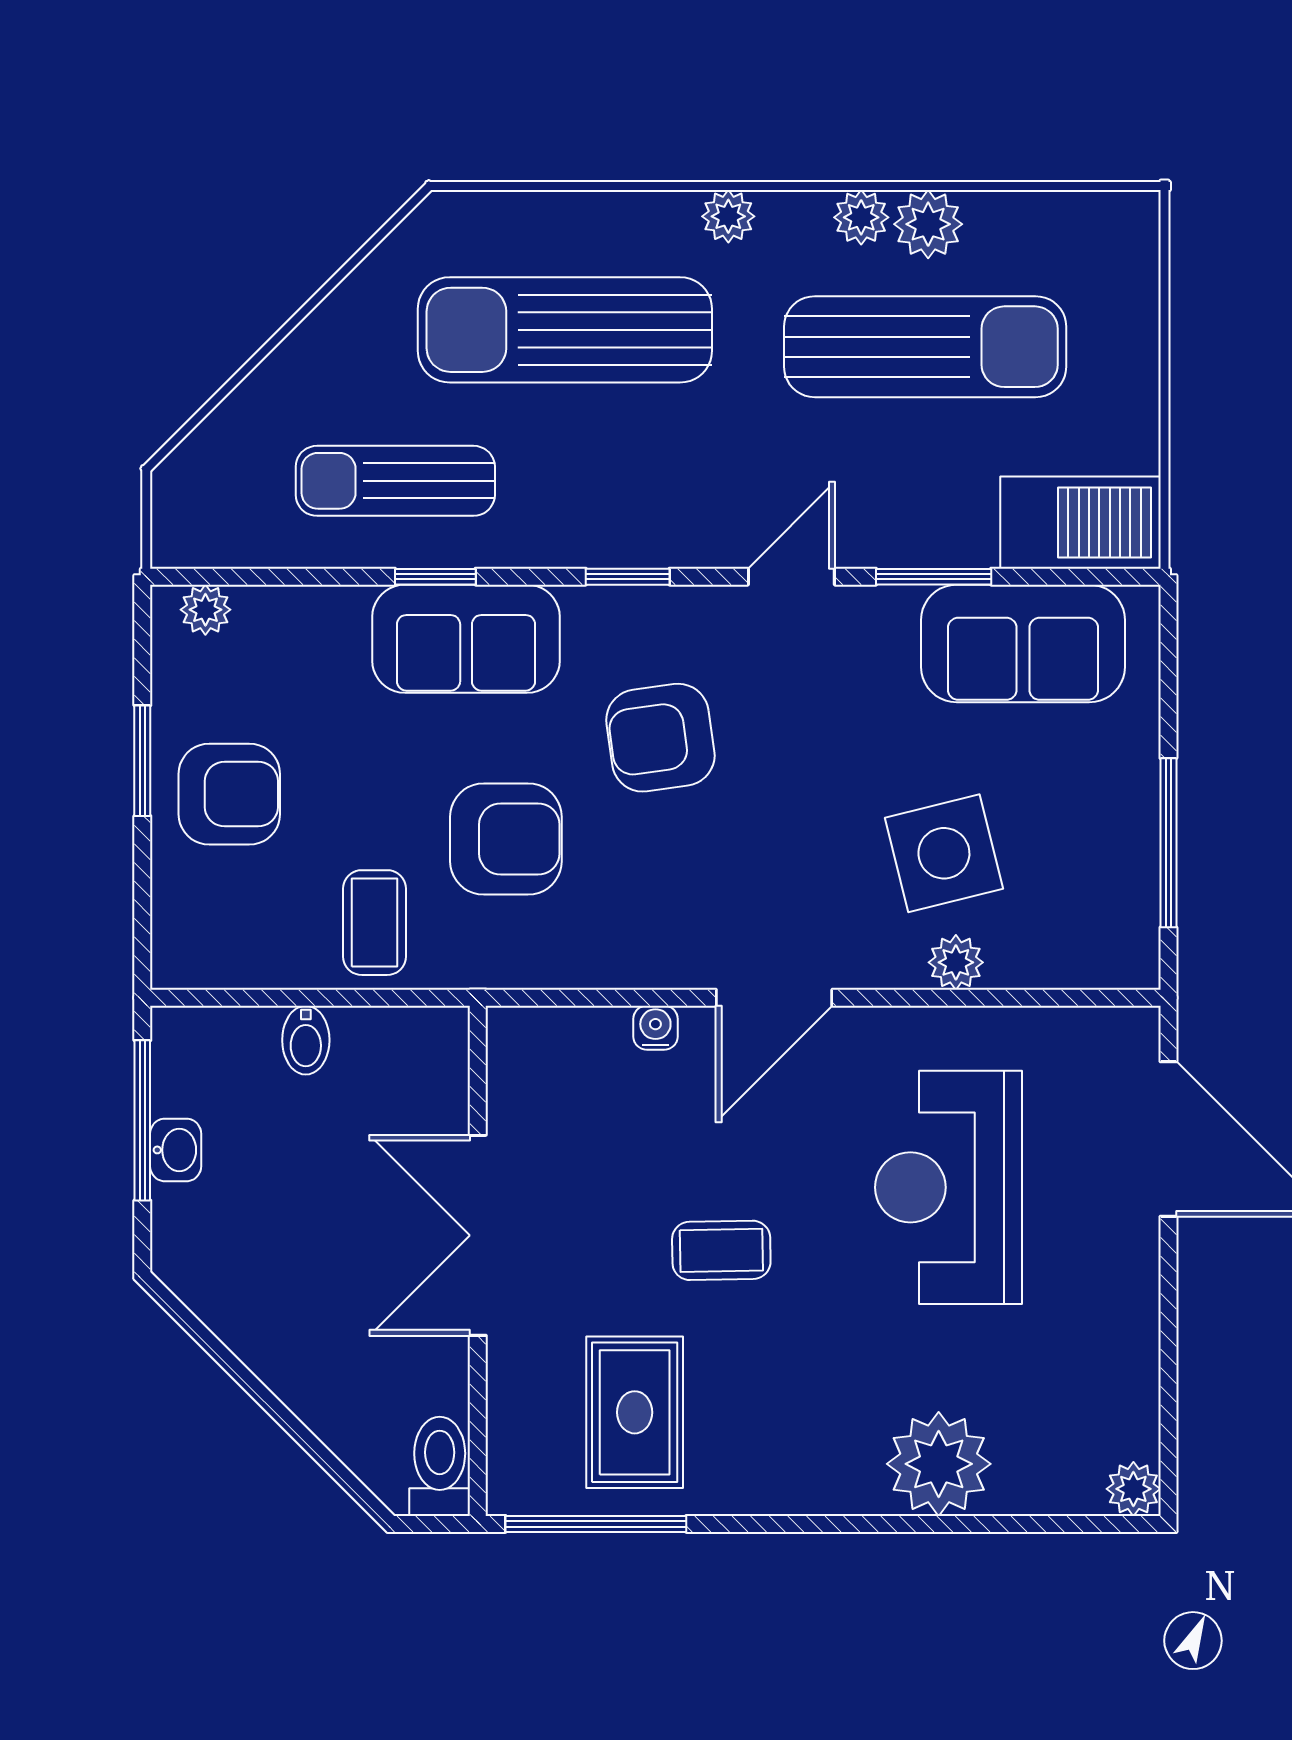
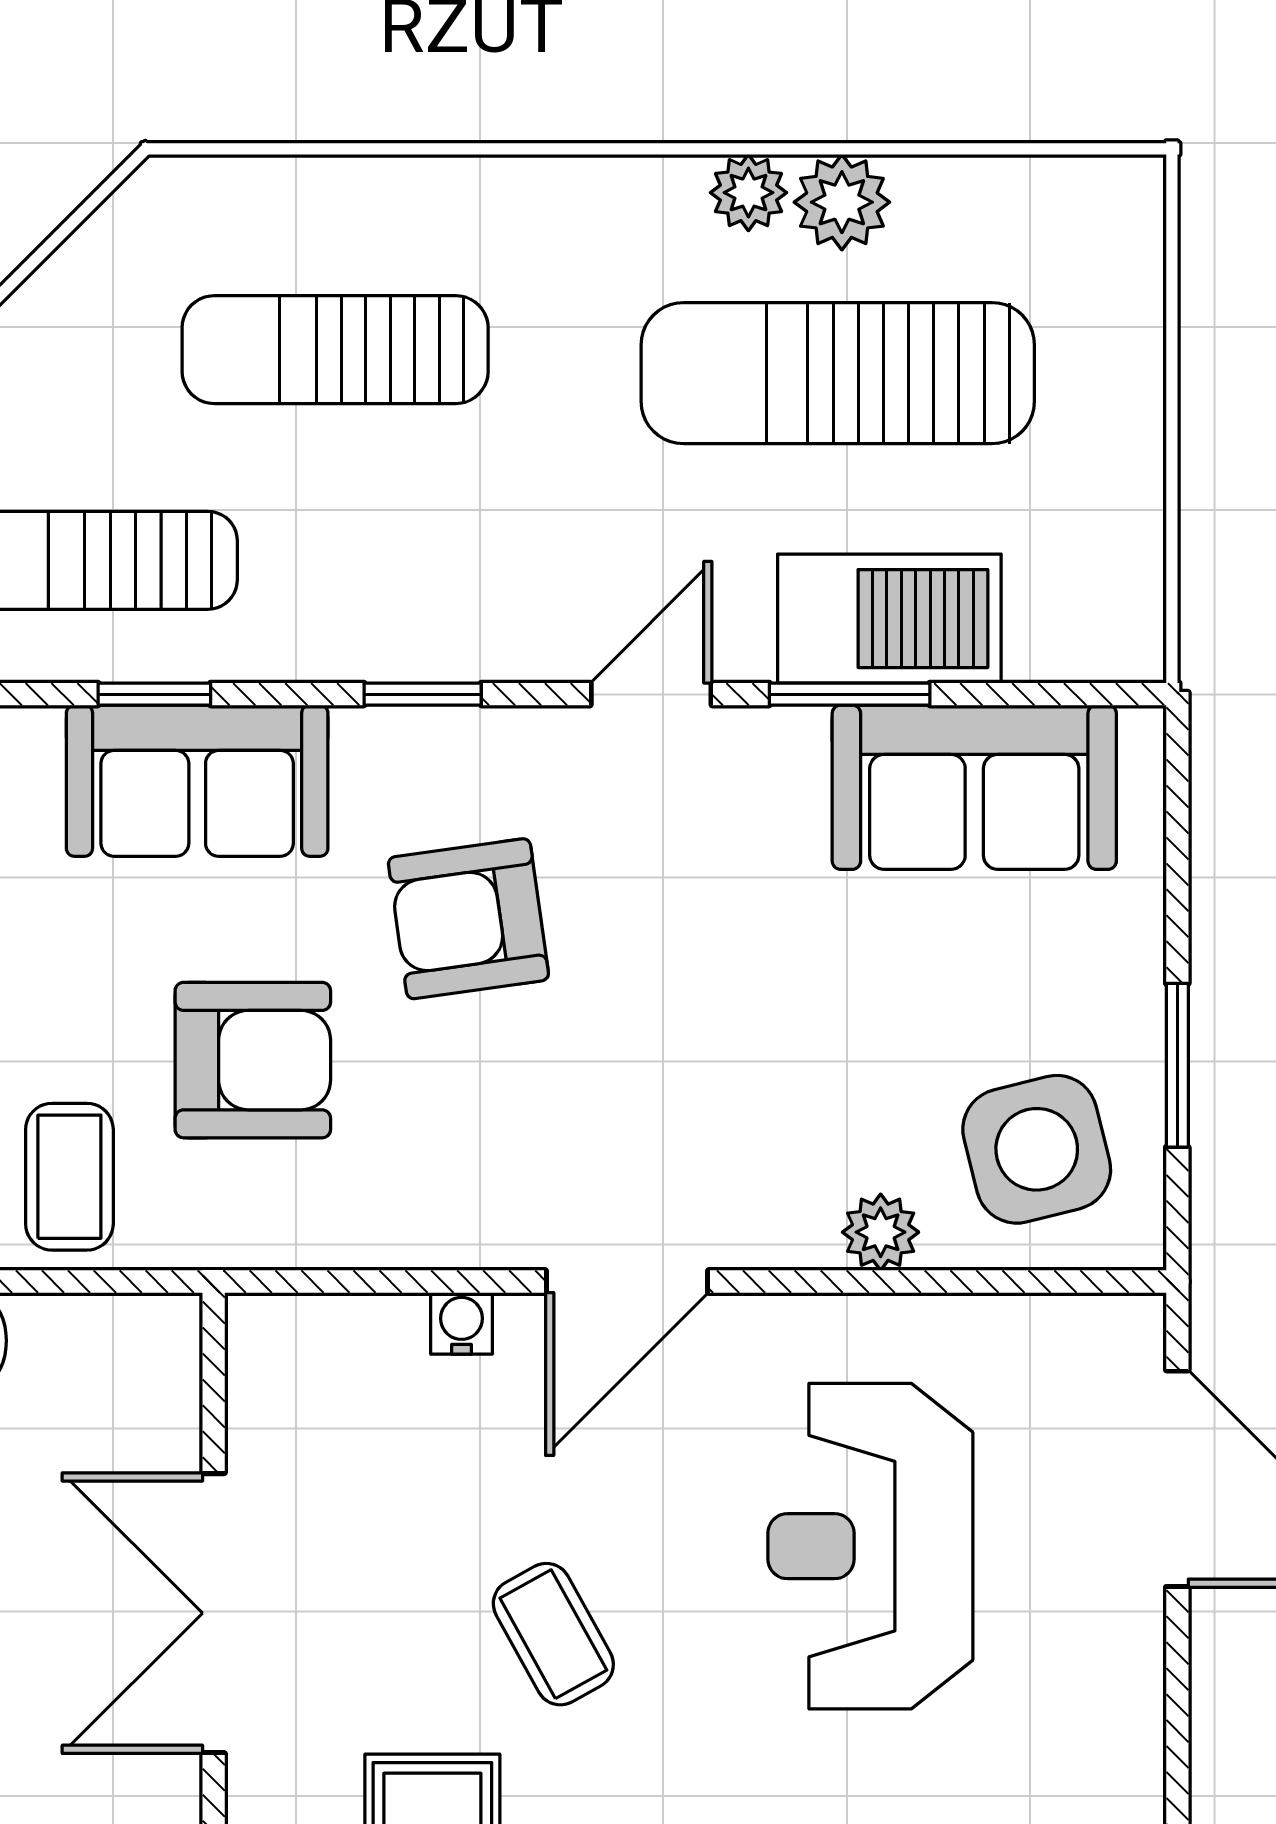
plant: (728, 216) -> (563, 191), removed
sun lounger: (565, 330) -> (335, 350), width x0.73, depth x0.75
sun lounger: (925, 347) -> (838, 373), turned 180
barbecue: (1080, 523) -> (889, 619), moved
window: (1168, 843) -> (1177, 1065), width x0.69
side table: (944, 853) -> (1037, 1149), moved
coffee table: (721, 1250) -> (553, 1634), turned 62

